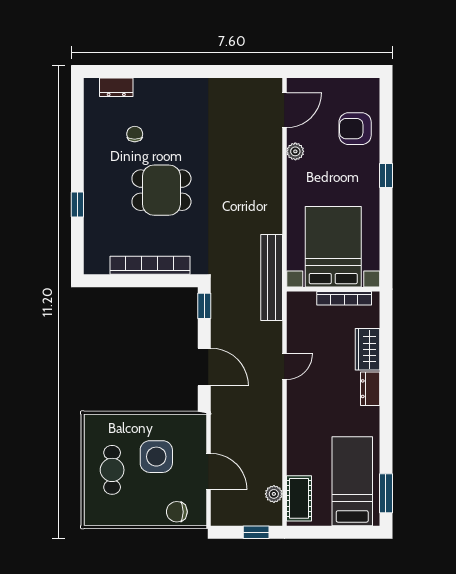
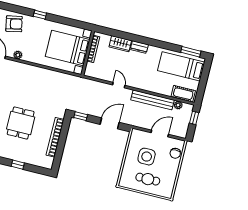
armchair: (355, 129) -> (14, 24), turned -101
bench: (272, 278) -> (152, 100), moved

